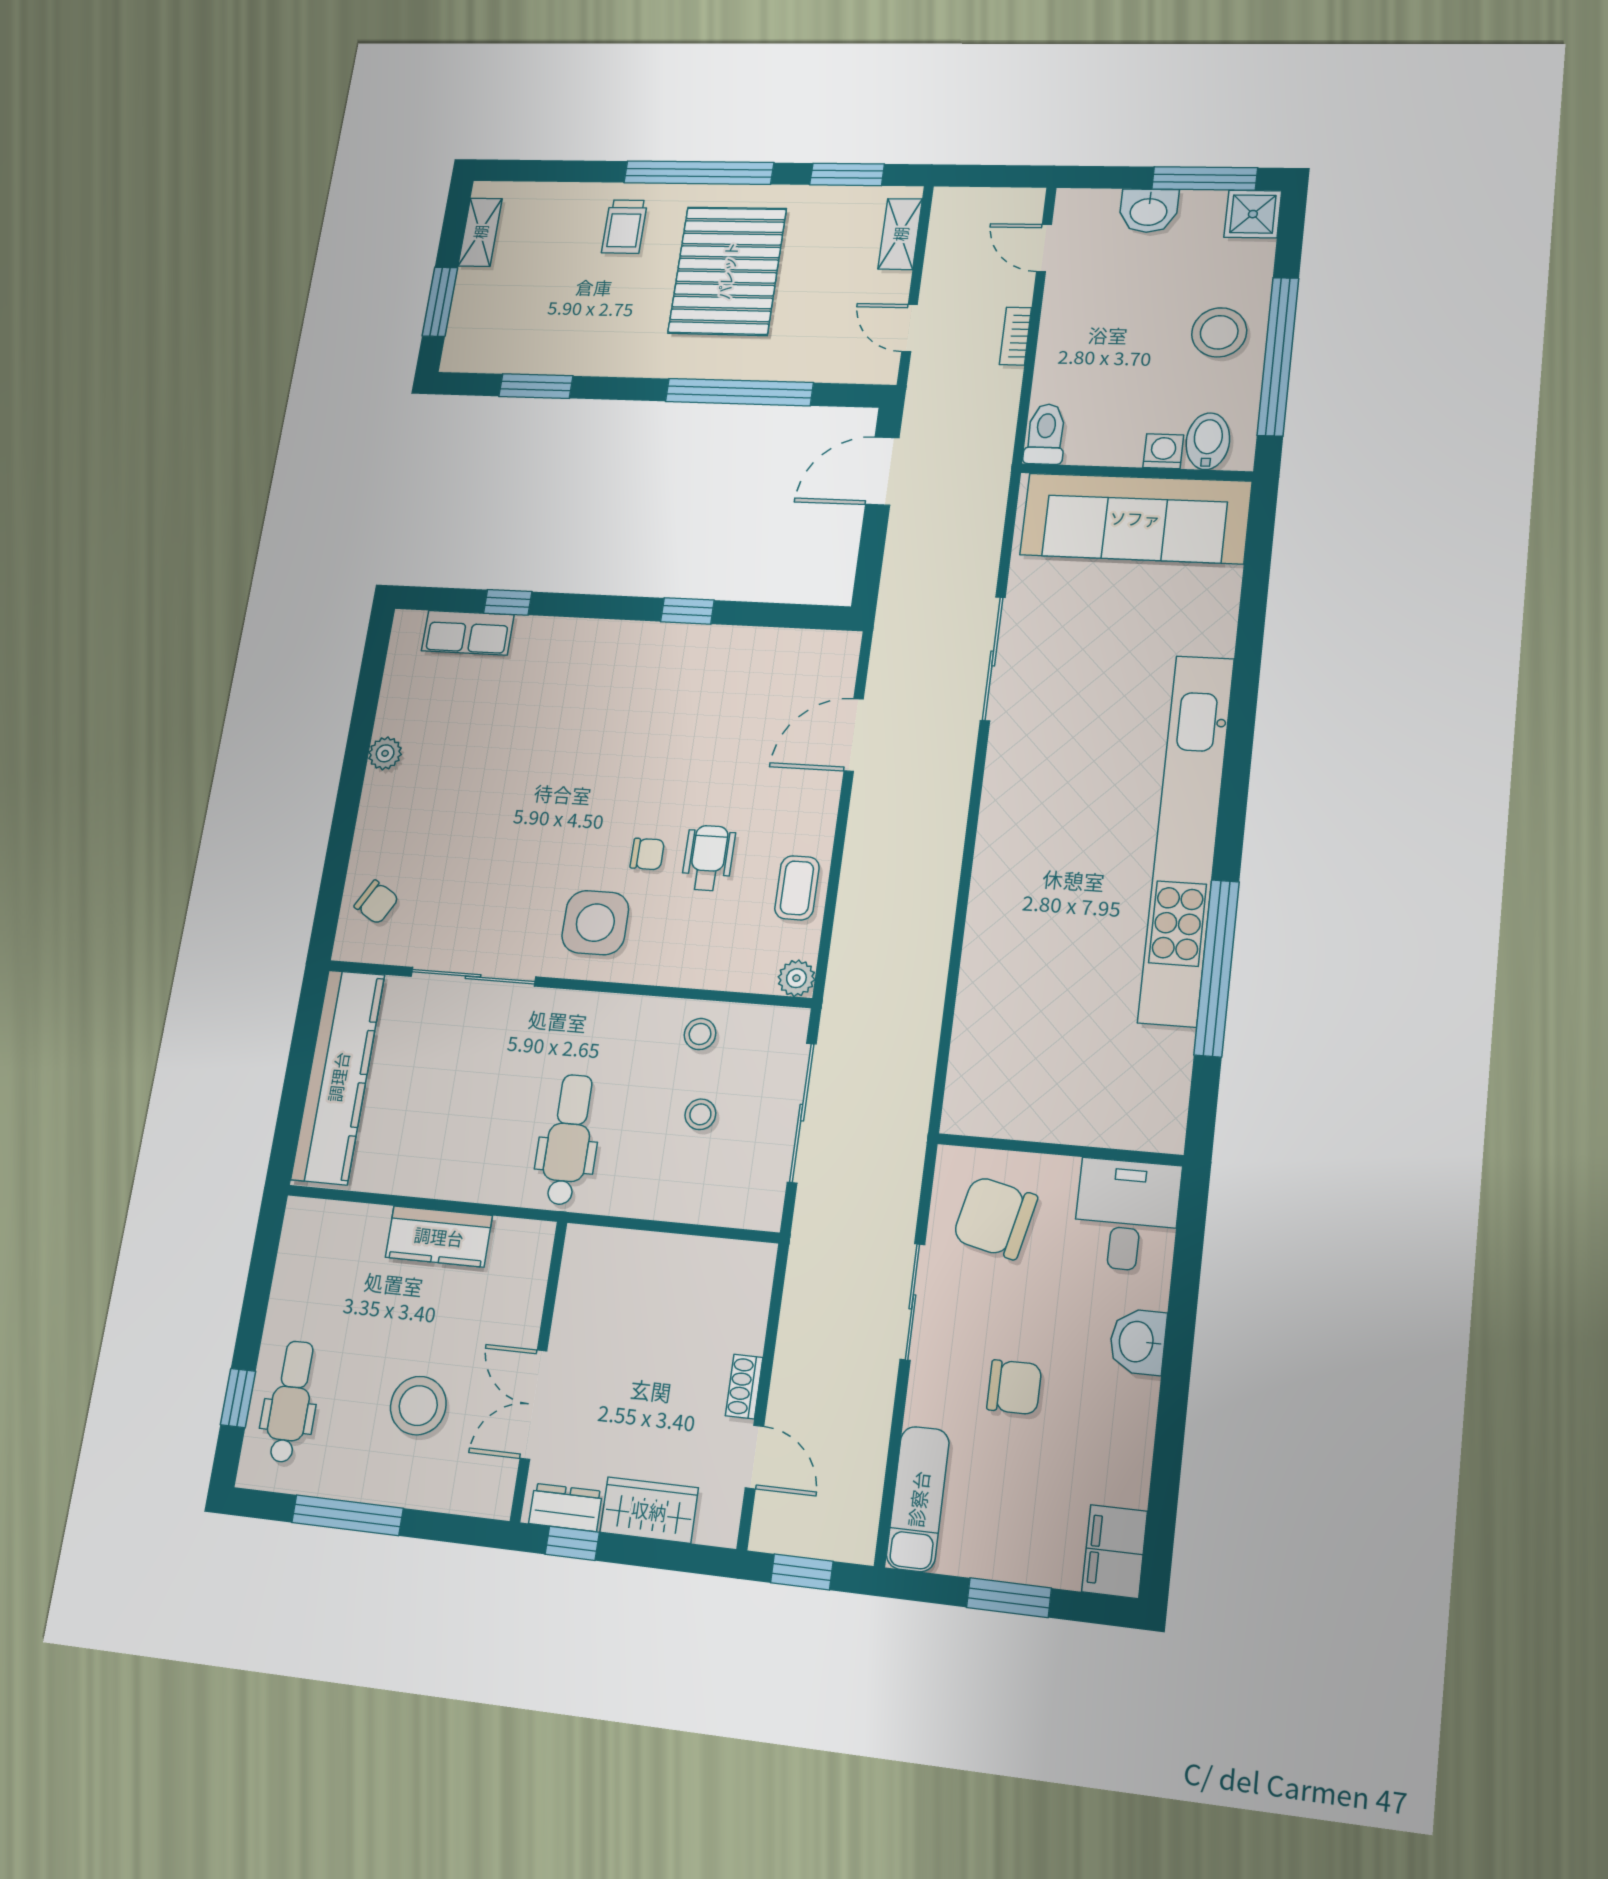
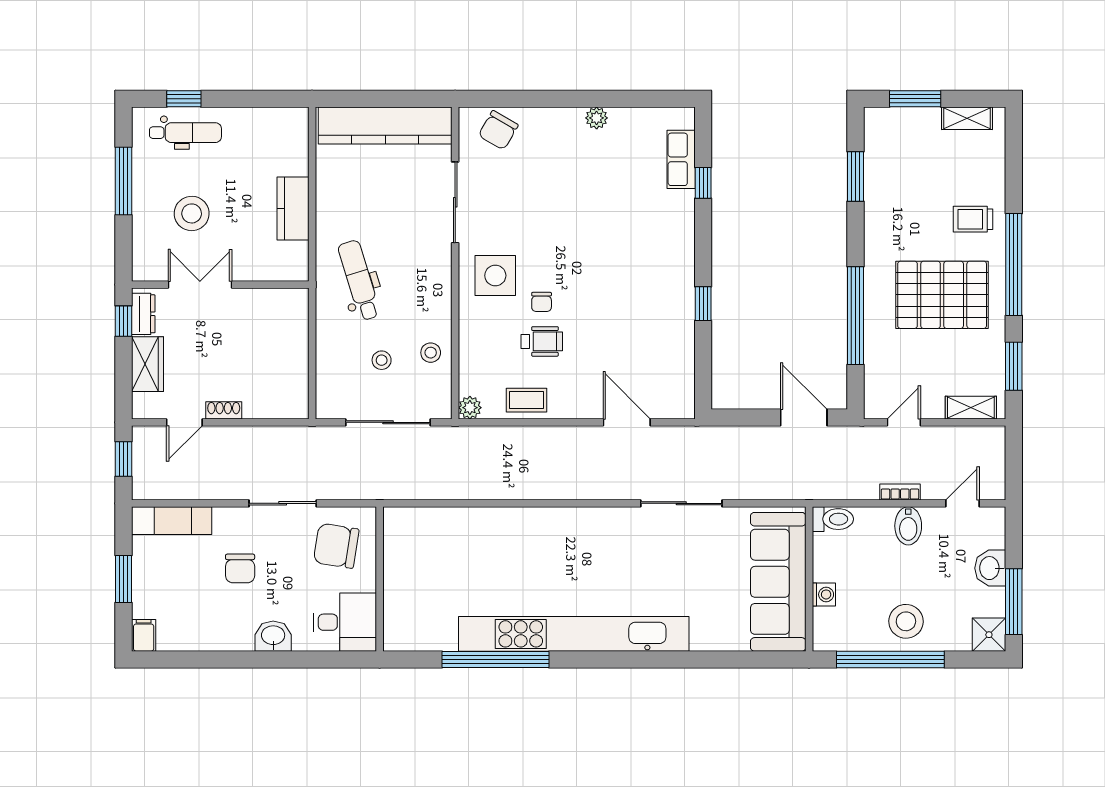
bidet: (1208, 441) -> (908, 526), moved, turned 90
chair: (376, 902) -> (498, 130), width x1.37, depth x1.37
dental chair: (568, 1139) -> (359, 280), turned -107
chair: (995, 1218) -> (336, 546), turned -94
filing cabinet: (1115, 1551) -> (144, 635), width x0.50

